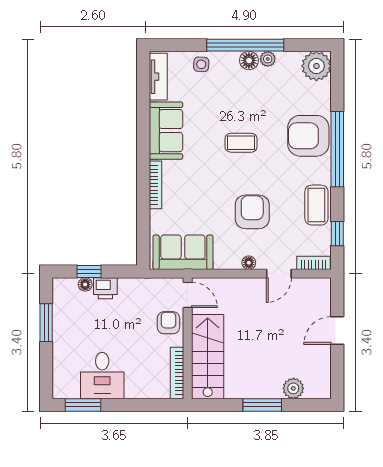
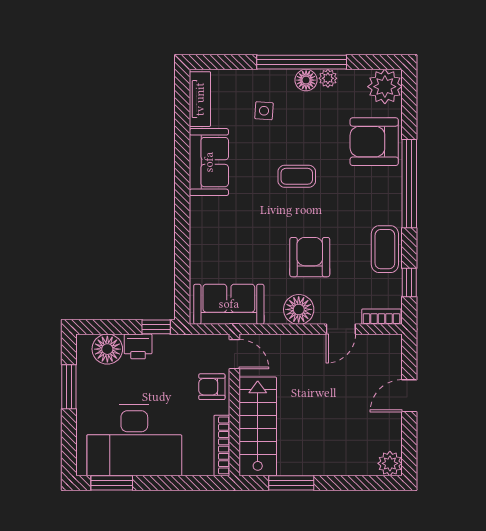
side table: (201, 64) -> (264, 111), moved
armchair: (308, 136) -> (374, 142), moved
bookcase: (155, 185) -> (197, 226), removed
floor lamp: (249, 263) -> (299, 309), width x1.89, depth x1.89
window: (89, 272) -> (156, 327), moved
floor lamp: (85, 284) -> (107, 349), width x1.89, depth x1.89
armchair: (168, 323) -> (212, 387), turned -90
desk: (102, 376) -> (134, 440), width x1.87, depth x1.30
plant: (293, 388) -> (390, 463), moved
window: (262, 405) -> (291, 483), moved

